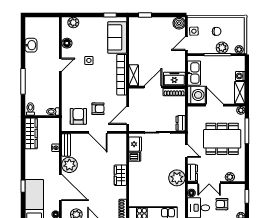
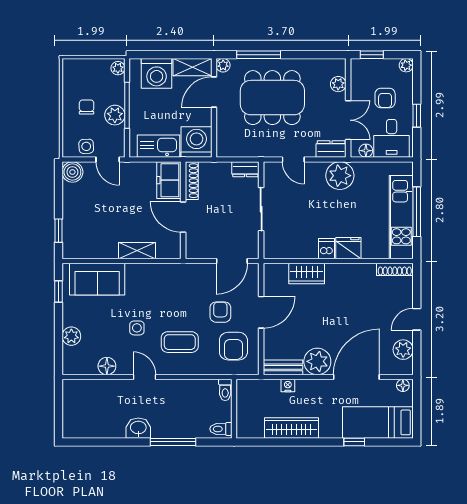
plant: (73, 23) -> (71, 336), moved
washbasin: (31, 45) -> (138, 428), moved
plant: (222, 48) -> (115, 115), moved
bookcase: (122, 75) -> (162, 271), removed
shelving: (134, 75) -> (137, 251), moved
washing machine: (240, 76) -> (157, 73), width x1.89, depth x1.89
coffee table: (81, 85) -> (180, 342), added
door: (214, 105) -> (214, 92), moved
door: (128, 115) -> (232, 261), hinge flipped
armchair: (78, 116) -> (233, 346), turned -90
wardrobe: (31, 133) -> (291, 428), moved
dining table: (222, 139) -> (272, 98), turned 90
fridge: (135, 144) -> (348, 248), moved
door: (186, 151) -> (293, 159), swing flipped
dishwasher: (135, 157) -> (327, 249), moved
wardrobe: (120, 175) -> (307, 274), moved

